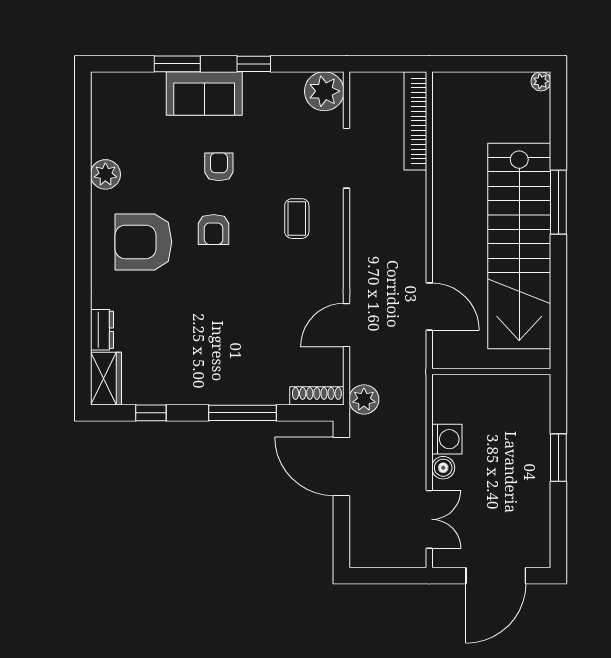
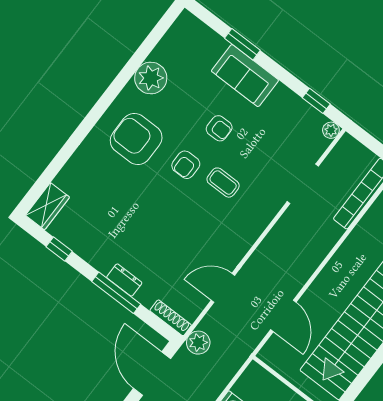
window: (254, 64) -> (316, 101), moved
plant: (324, 91) -> (331, 130), width x0.53, depth x0.53
armchair: (219, 167) -> (219, 128), turned 90
plant: (105, 174) -> (151, 78), width x1.36, depth x1.36
coffee table: (297, 219) -> (223, 183), moved, turned 90
dresser: (102, 330) -> (124, 280), moved, turned -90

